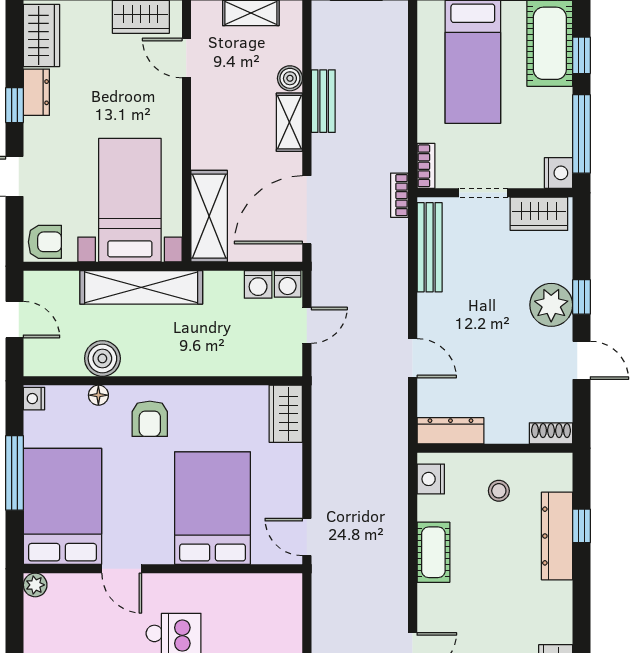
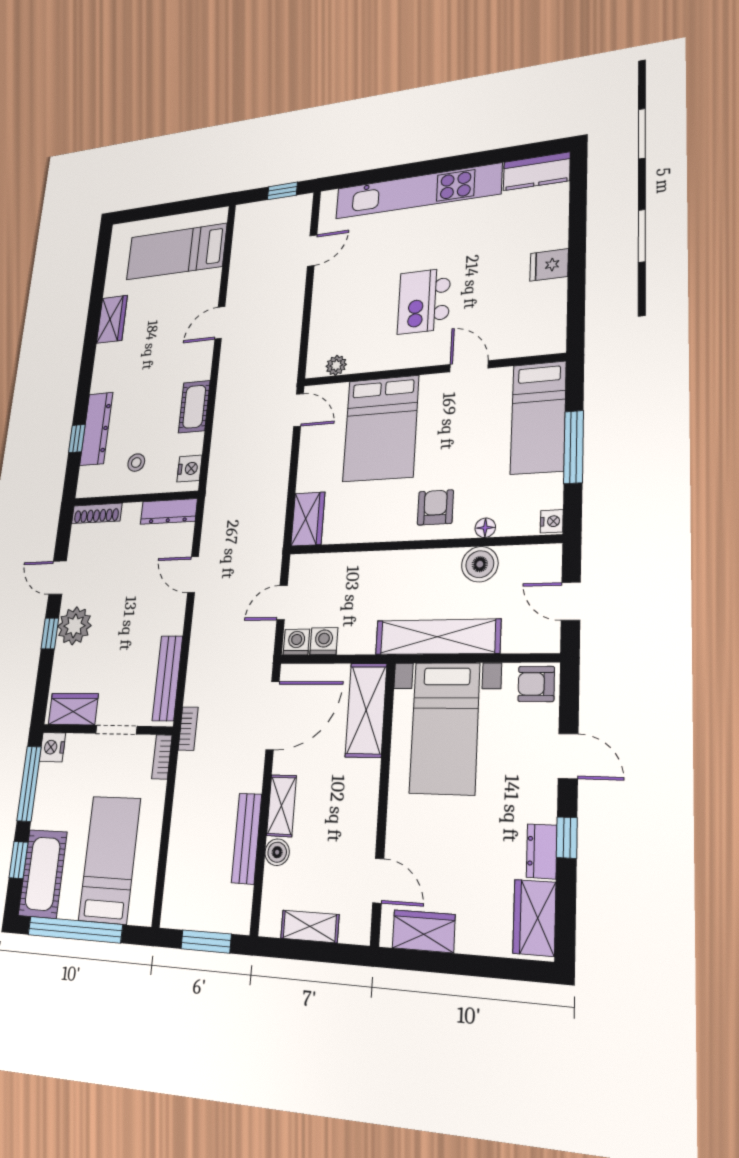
bench: (323, 101) -> (247, 838), width x1.36
shoe rack: (551, 433) -> (97, 513), width x1.43
bed: (62, 506) -> (538, 417), width x0.67
plant: (35, 585) -> (336, 365), moved

